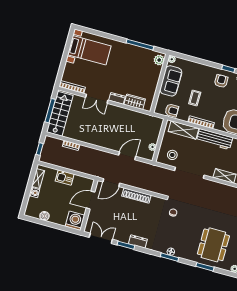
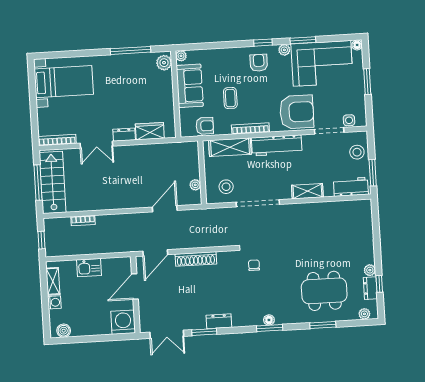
boiler: (44, 216) -> (64, 331), moved
double door: (101, 238) -> (167, 334), swing flipped
dining table: (213, 245) -> (324, 291), turned 90

